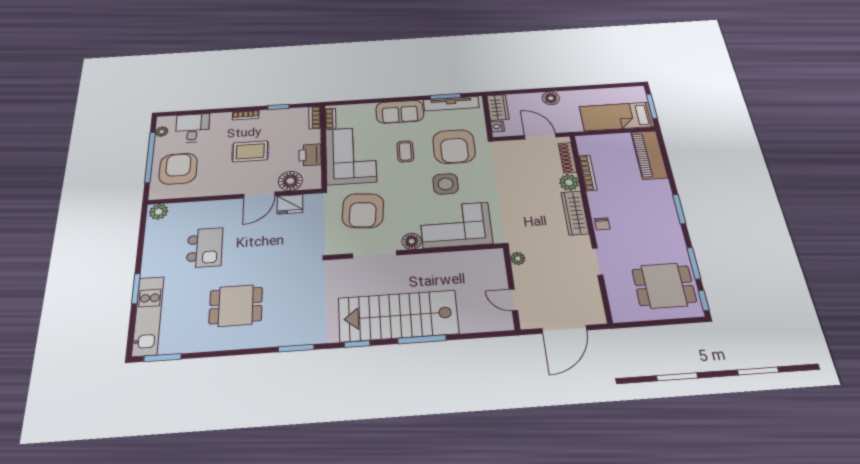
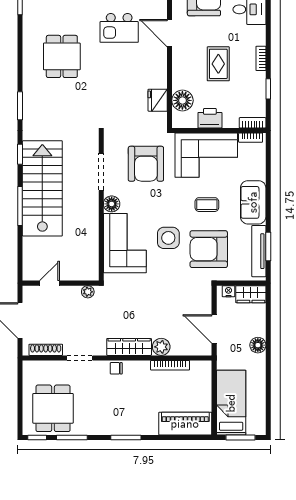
door: (540, 136) -> (214, 329), swing flipped
shoe rack: (568, 158) -> (46, 350), moved
door: (259, 195) -> (170, 33), moved
armchair: (363, 211) -> (146, 164), turned -95

